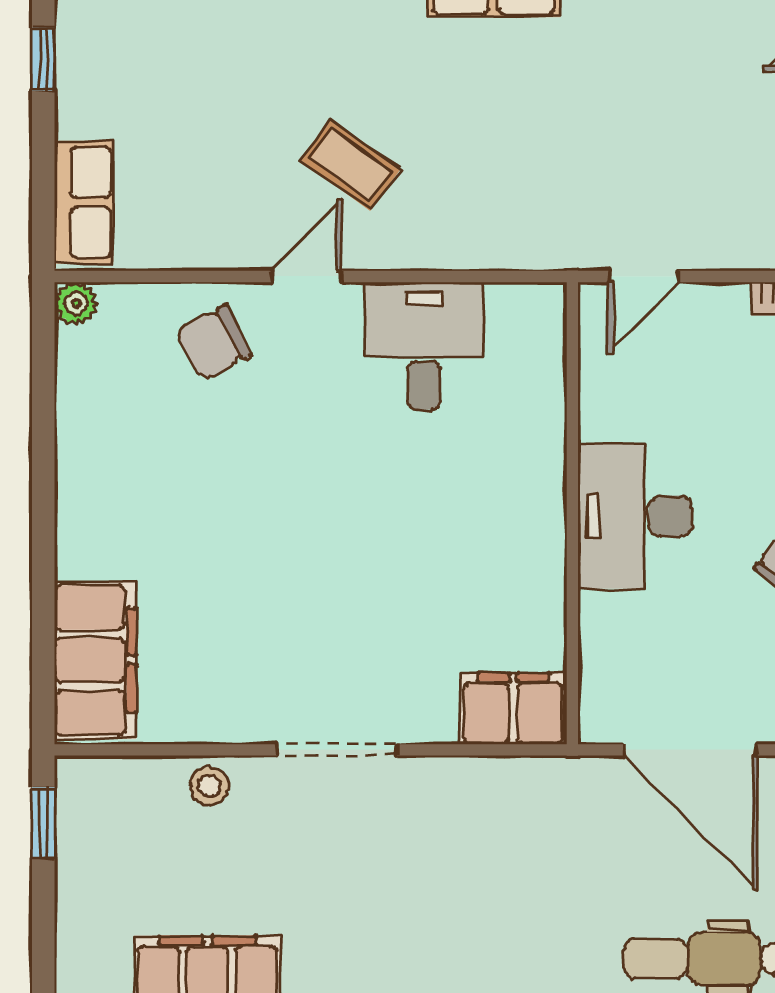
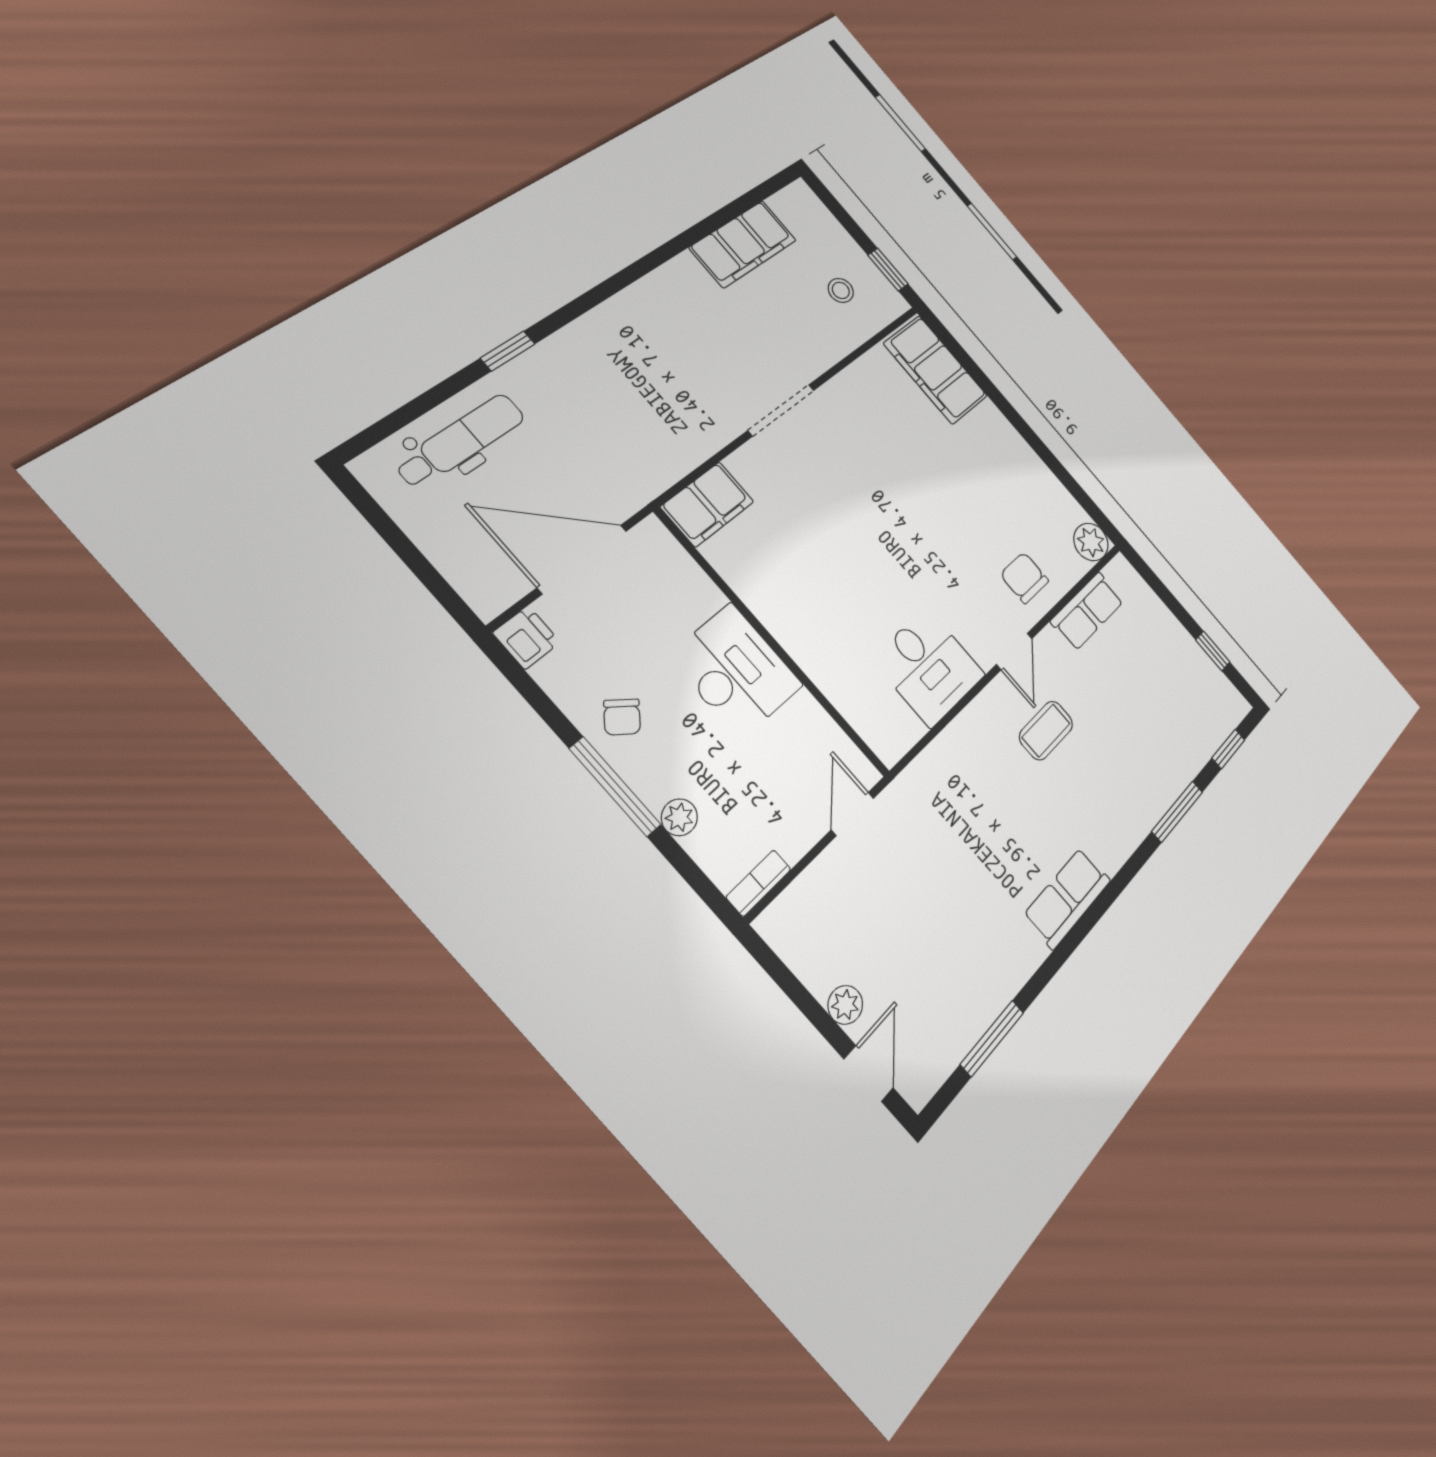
coffee table: (350, 165) -> (1046, 730), turned -36
row of seats: (84, 202) -> (1087, 611), moved, turned -90
plant: (76, 303) -> (1091, 542), width x1.38, depth x1.38
chair: (214, 343) -> (1024, 578), turned -63
stool: (209, 786) -> (841, 290), moved

